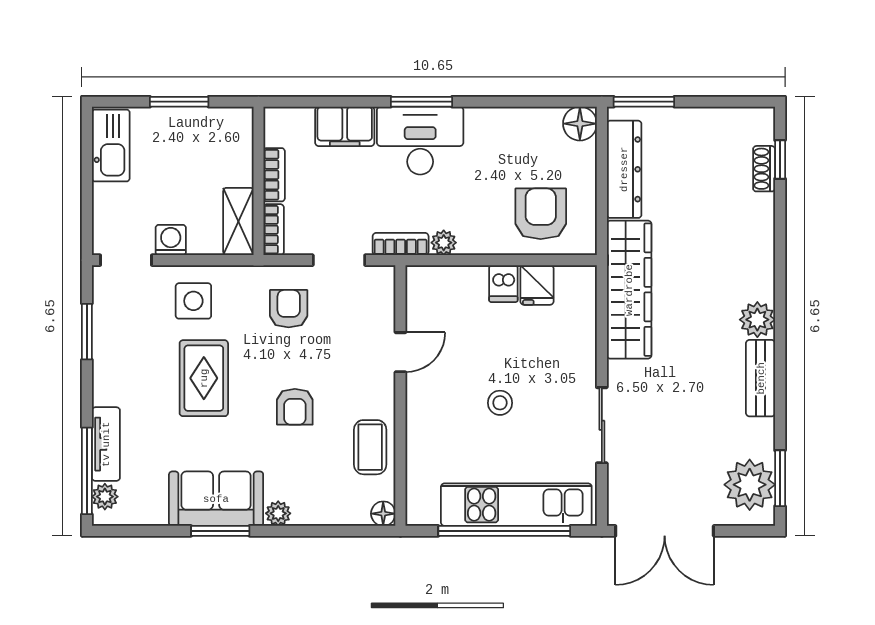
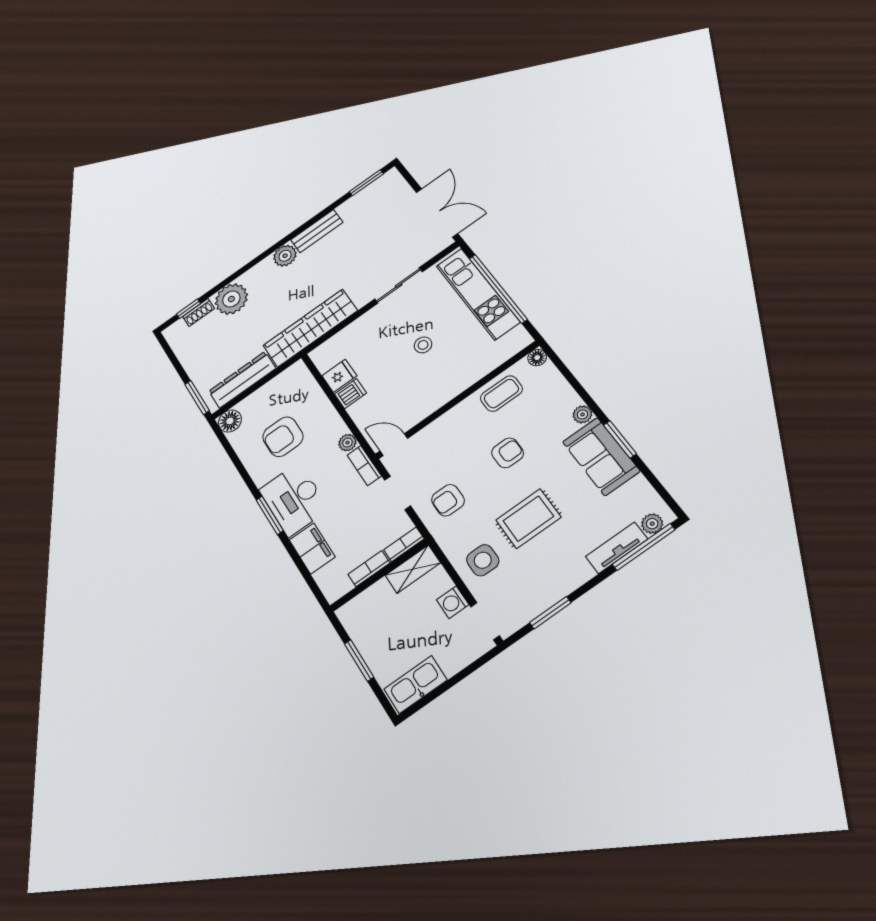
armchair: (541, 214) -> (283, 437), moved
door: (400, 352) -> (394, 445), moved
plant: (750, 485) -> (231, 299), moved

